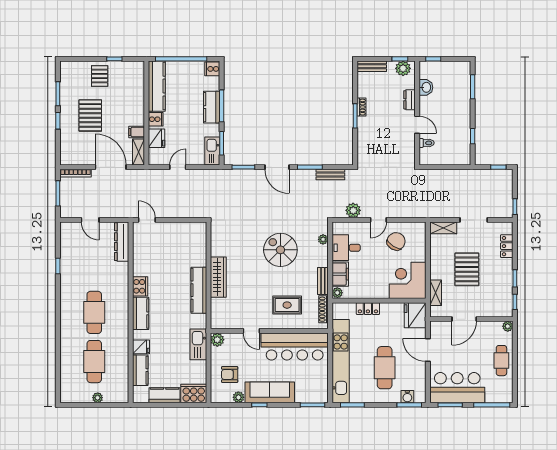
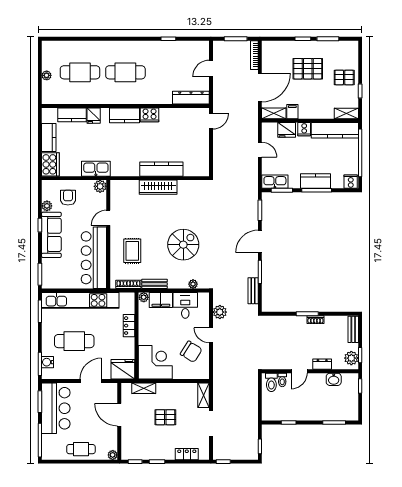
shelving: (139, 74) -> (346, 113), added
toilet: (429, 155) -> (271, 382), added
pallet: (467, 269) -> (165, 417), width x0.67, depth x0.71
kitchen counter: (199, 290) -> (161, 169), moved

